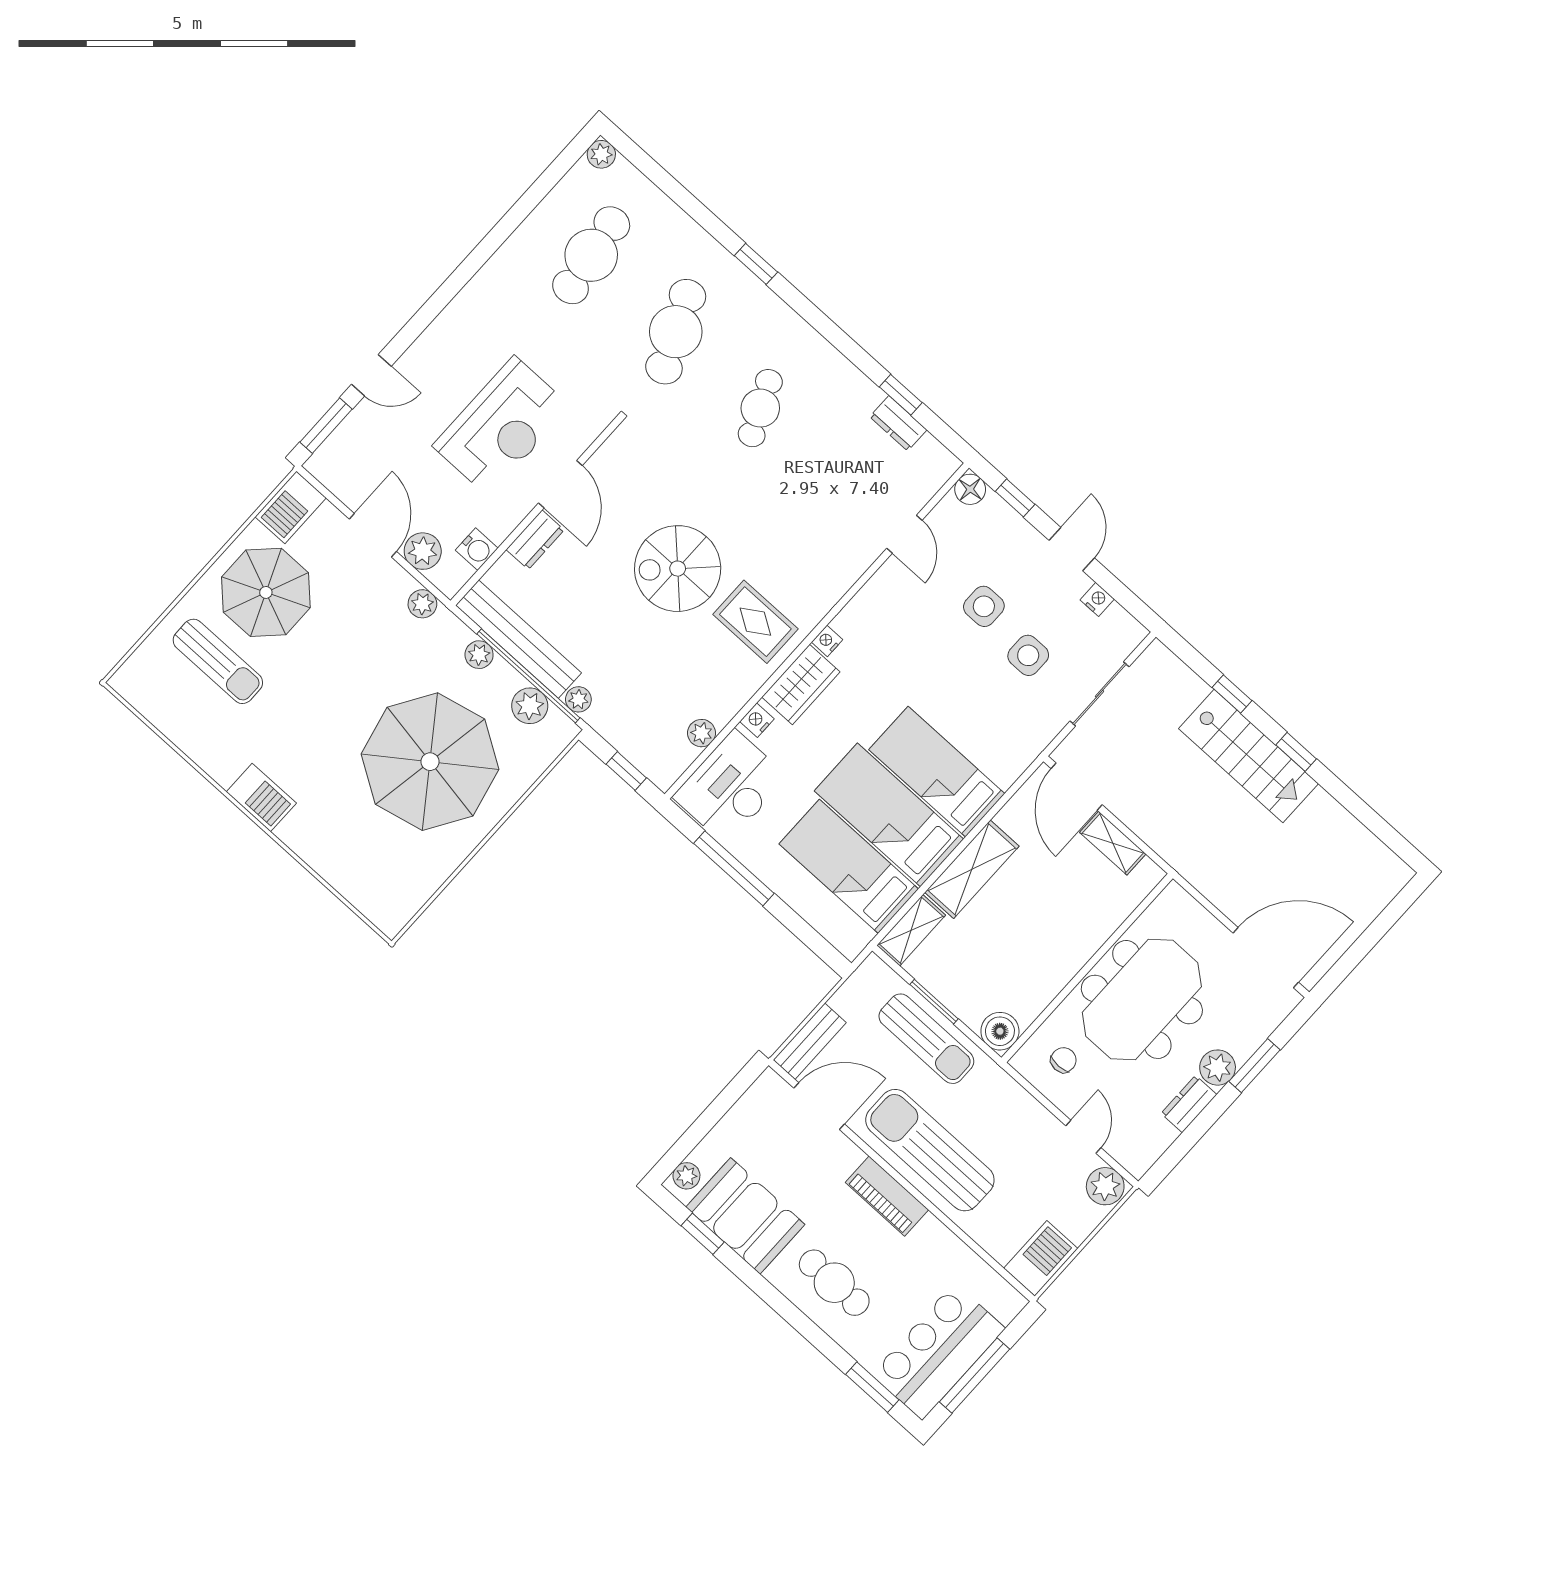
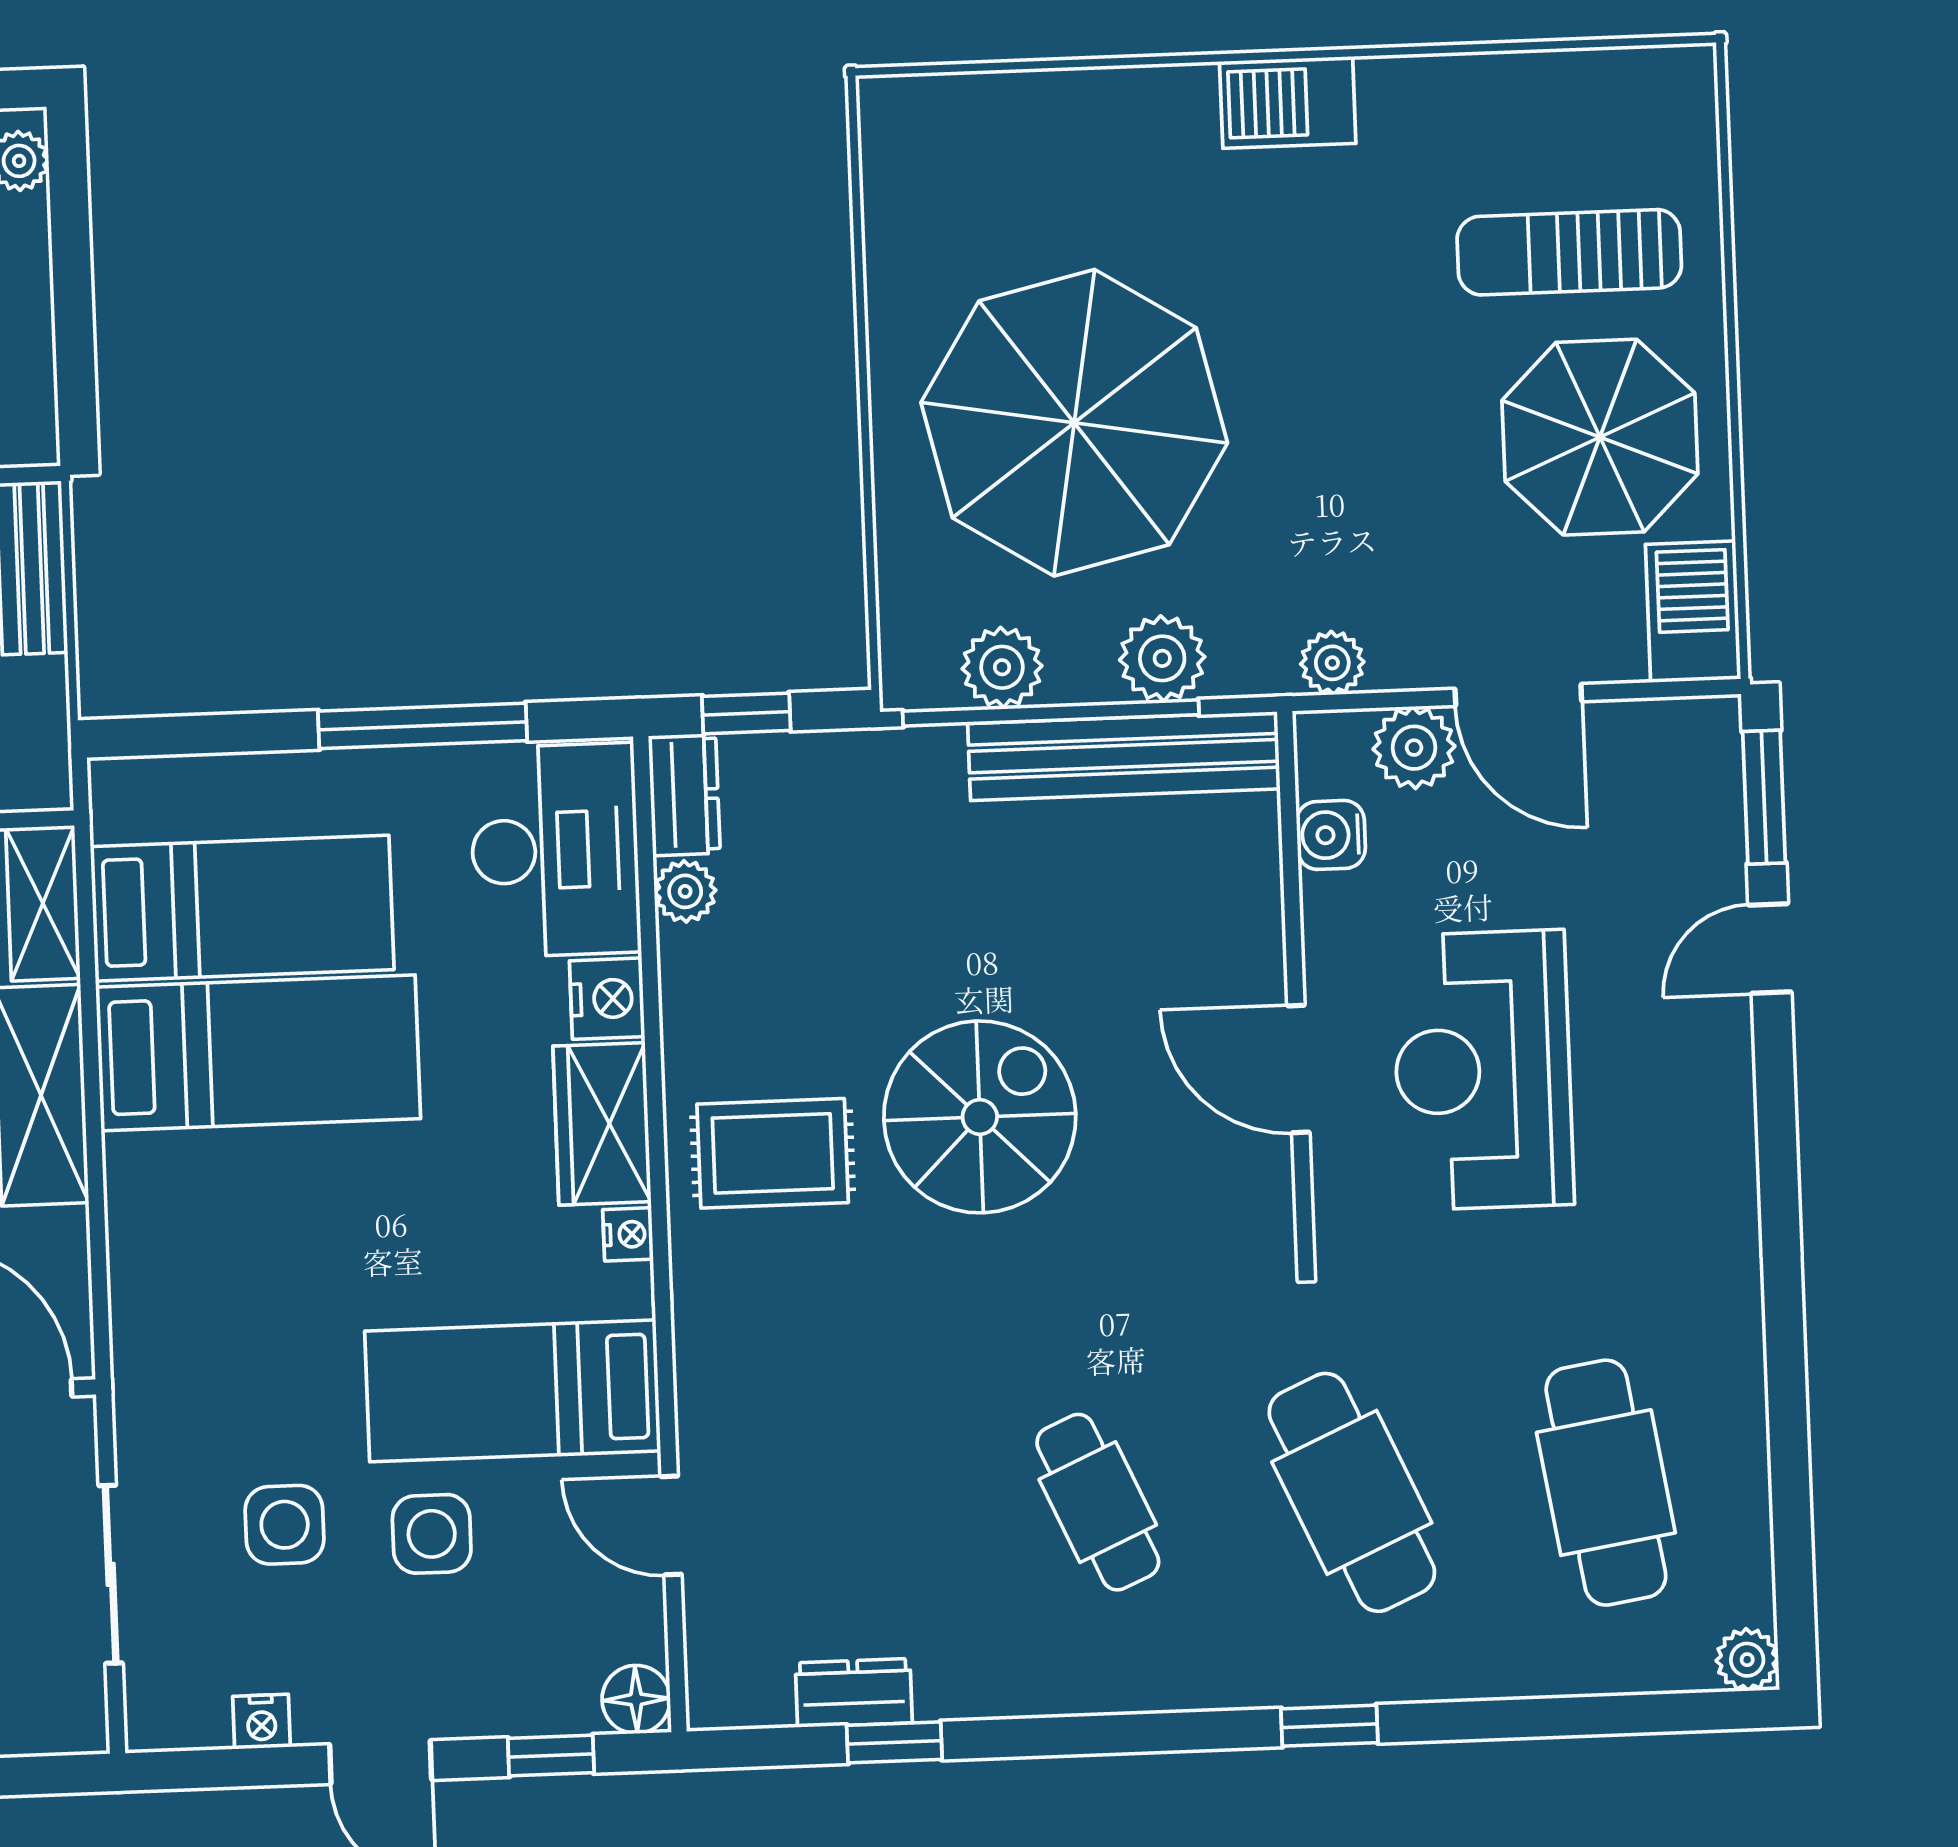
dresser: (535, 540) -> (684, 795), moved, turned 180
plant: (479, 655) -> (1162, 658), width x1.38, depth x1.38
plant: (578, 699) -> (934, 753), removed
nightstand: (757, 720) -> (607, 999), width x1.39, depth x1.35
bed: (937, 772) -> (513, 1391), moved, turned 180

